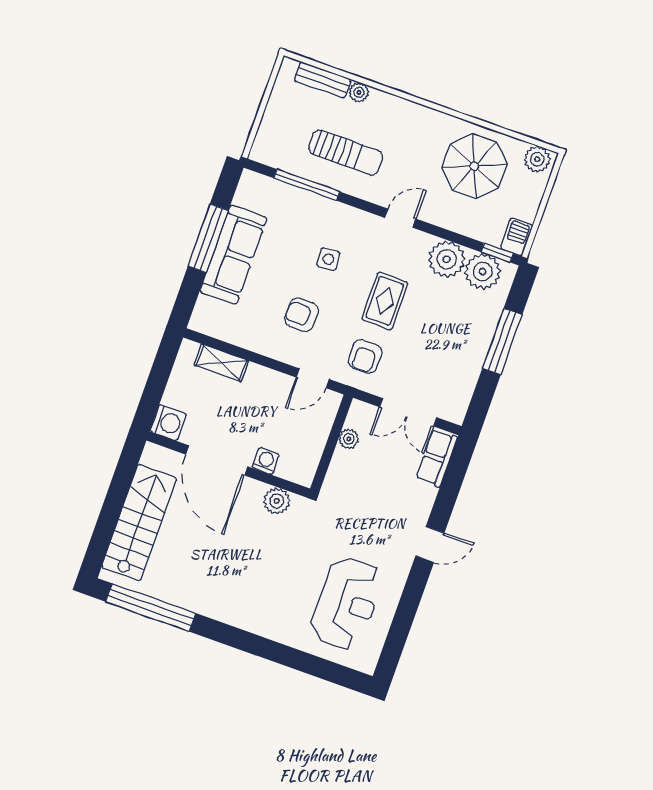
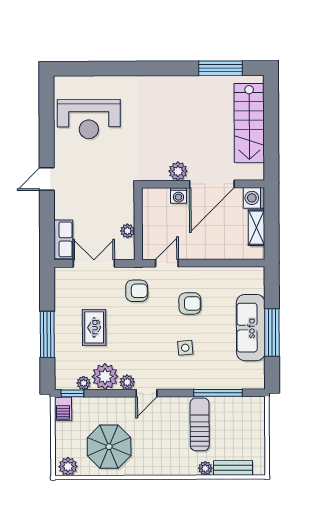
sun lounger: (346, 152) -> (200, 424), turned 90
plant: (420, 242) -> (127, 382), added
plant: (483, 272) -> (84, 383), width x0.53, depth x0.53
rug: (385, 301) -> (94, 327), moved
armchair: (365, 356) -> (137, 291), turned 90
shelving: (221, 363) -> (256, 228), moved, turned 90
door: (217, 460) -> (212, 184), swing flipped
plant: (277, 501) -> (178, 171), moved
reception desk: (347, 603) -> (89, 119), turned -90
window: (151, 608) -> (221, 68), width x0.68

